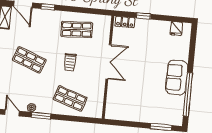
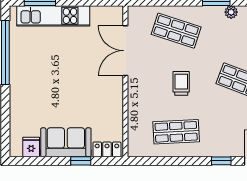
double door: (108, 62) -> (125, 51), moved
sofa: (177, 77) -> (66, 142), moved, turned -90
kitchen unit: (153, 116) -> (53, 16), added

